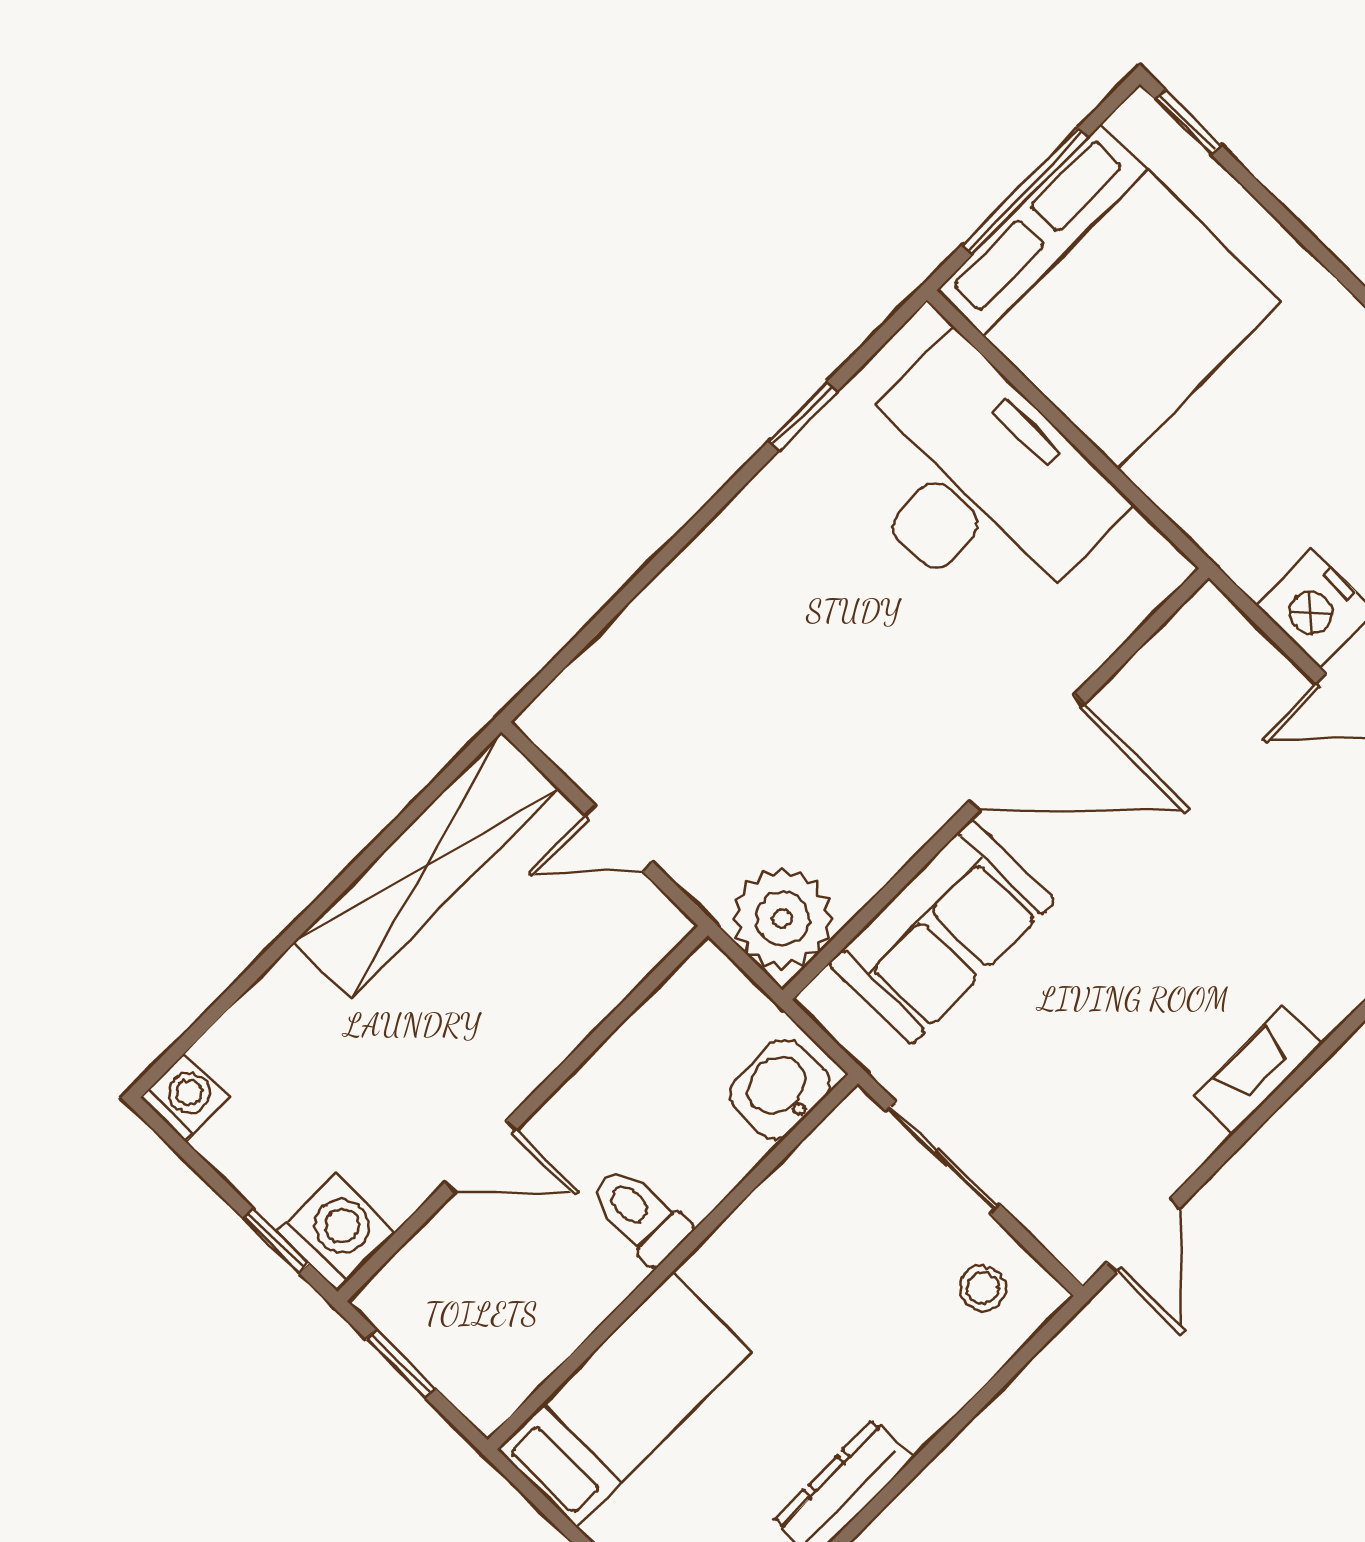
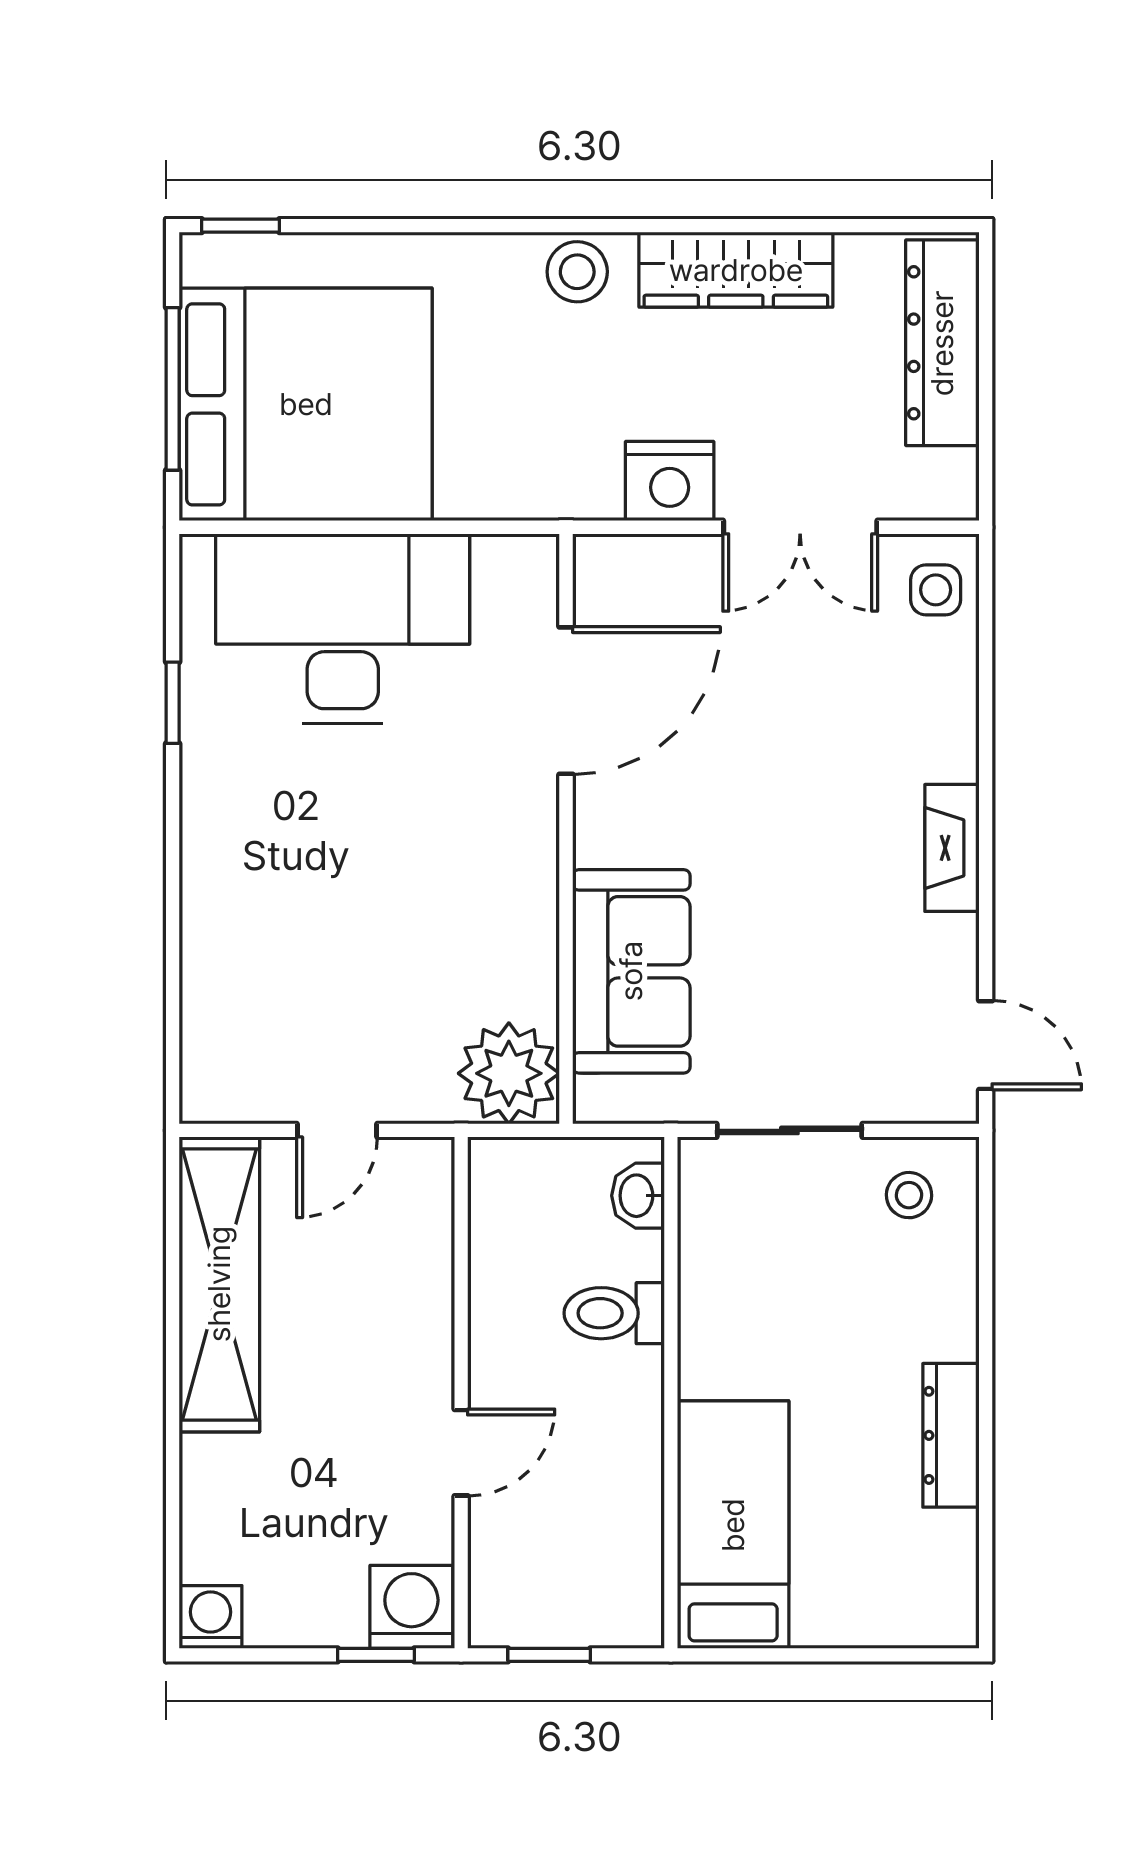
door: (1027, 753) -> (566, 701), moved
washbasin: (780, 1089) -> (638, 1196), width x0.72, depth x0.69
toilet: (639, 1214) -> (614, 1313), moved

